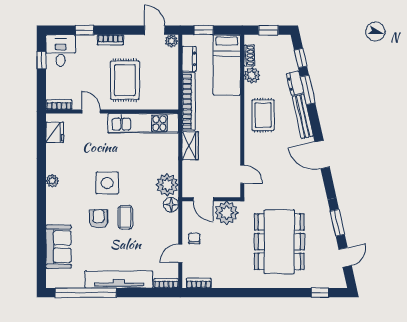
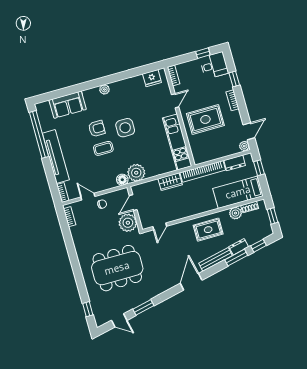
plant: (52, 181) -> (104, 89), moved

